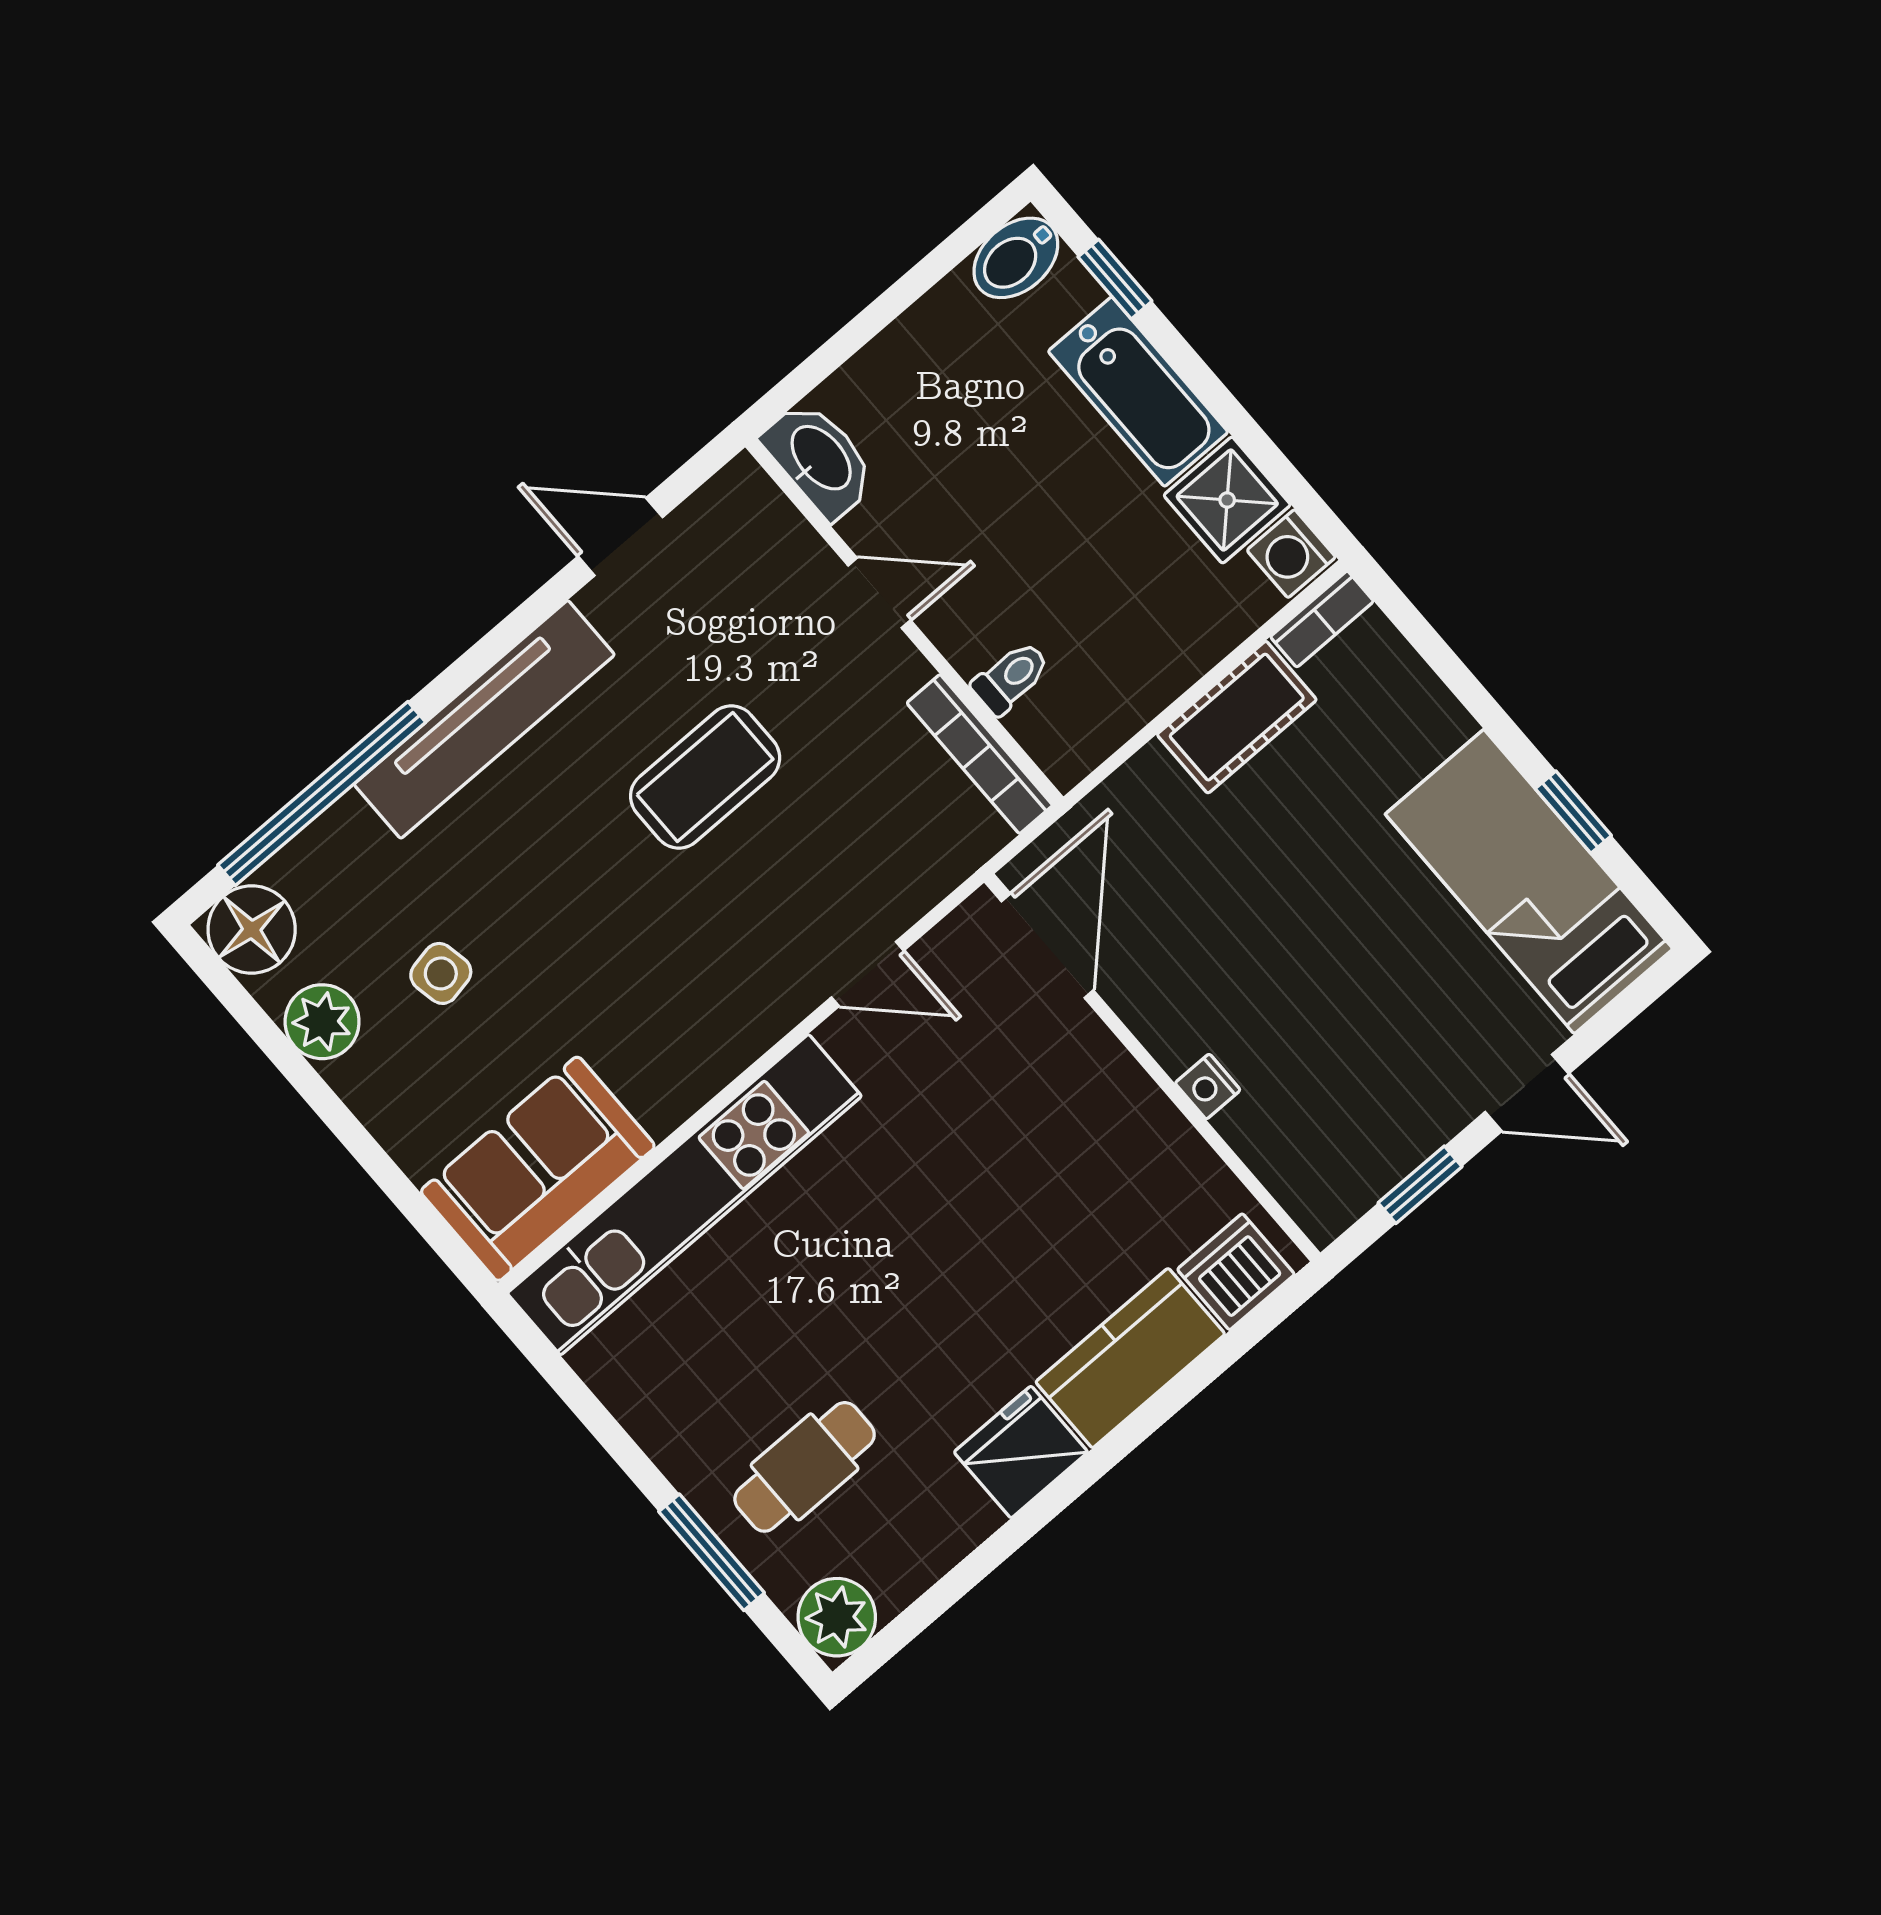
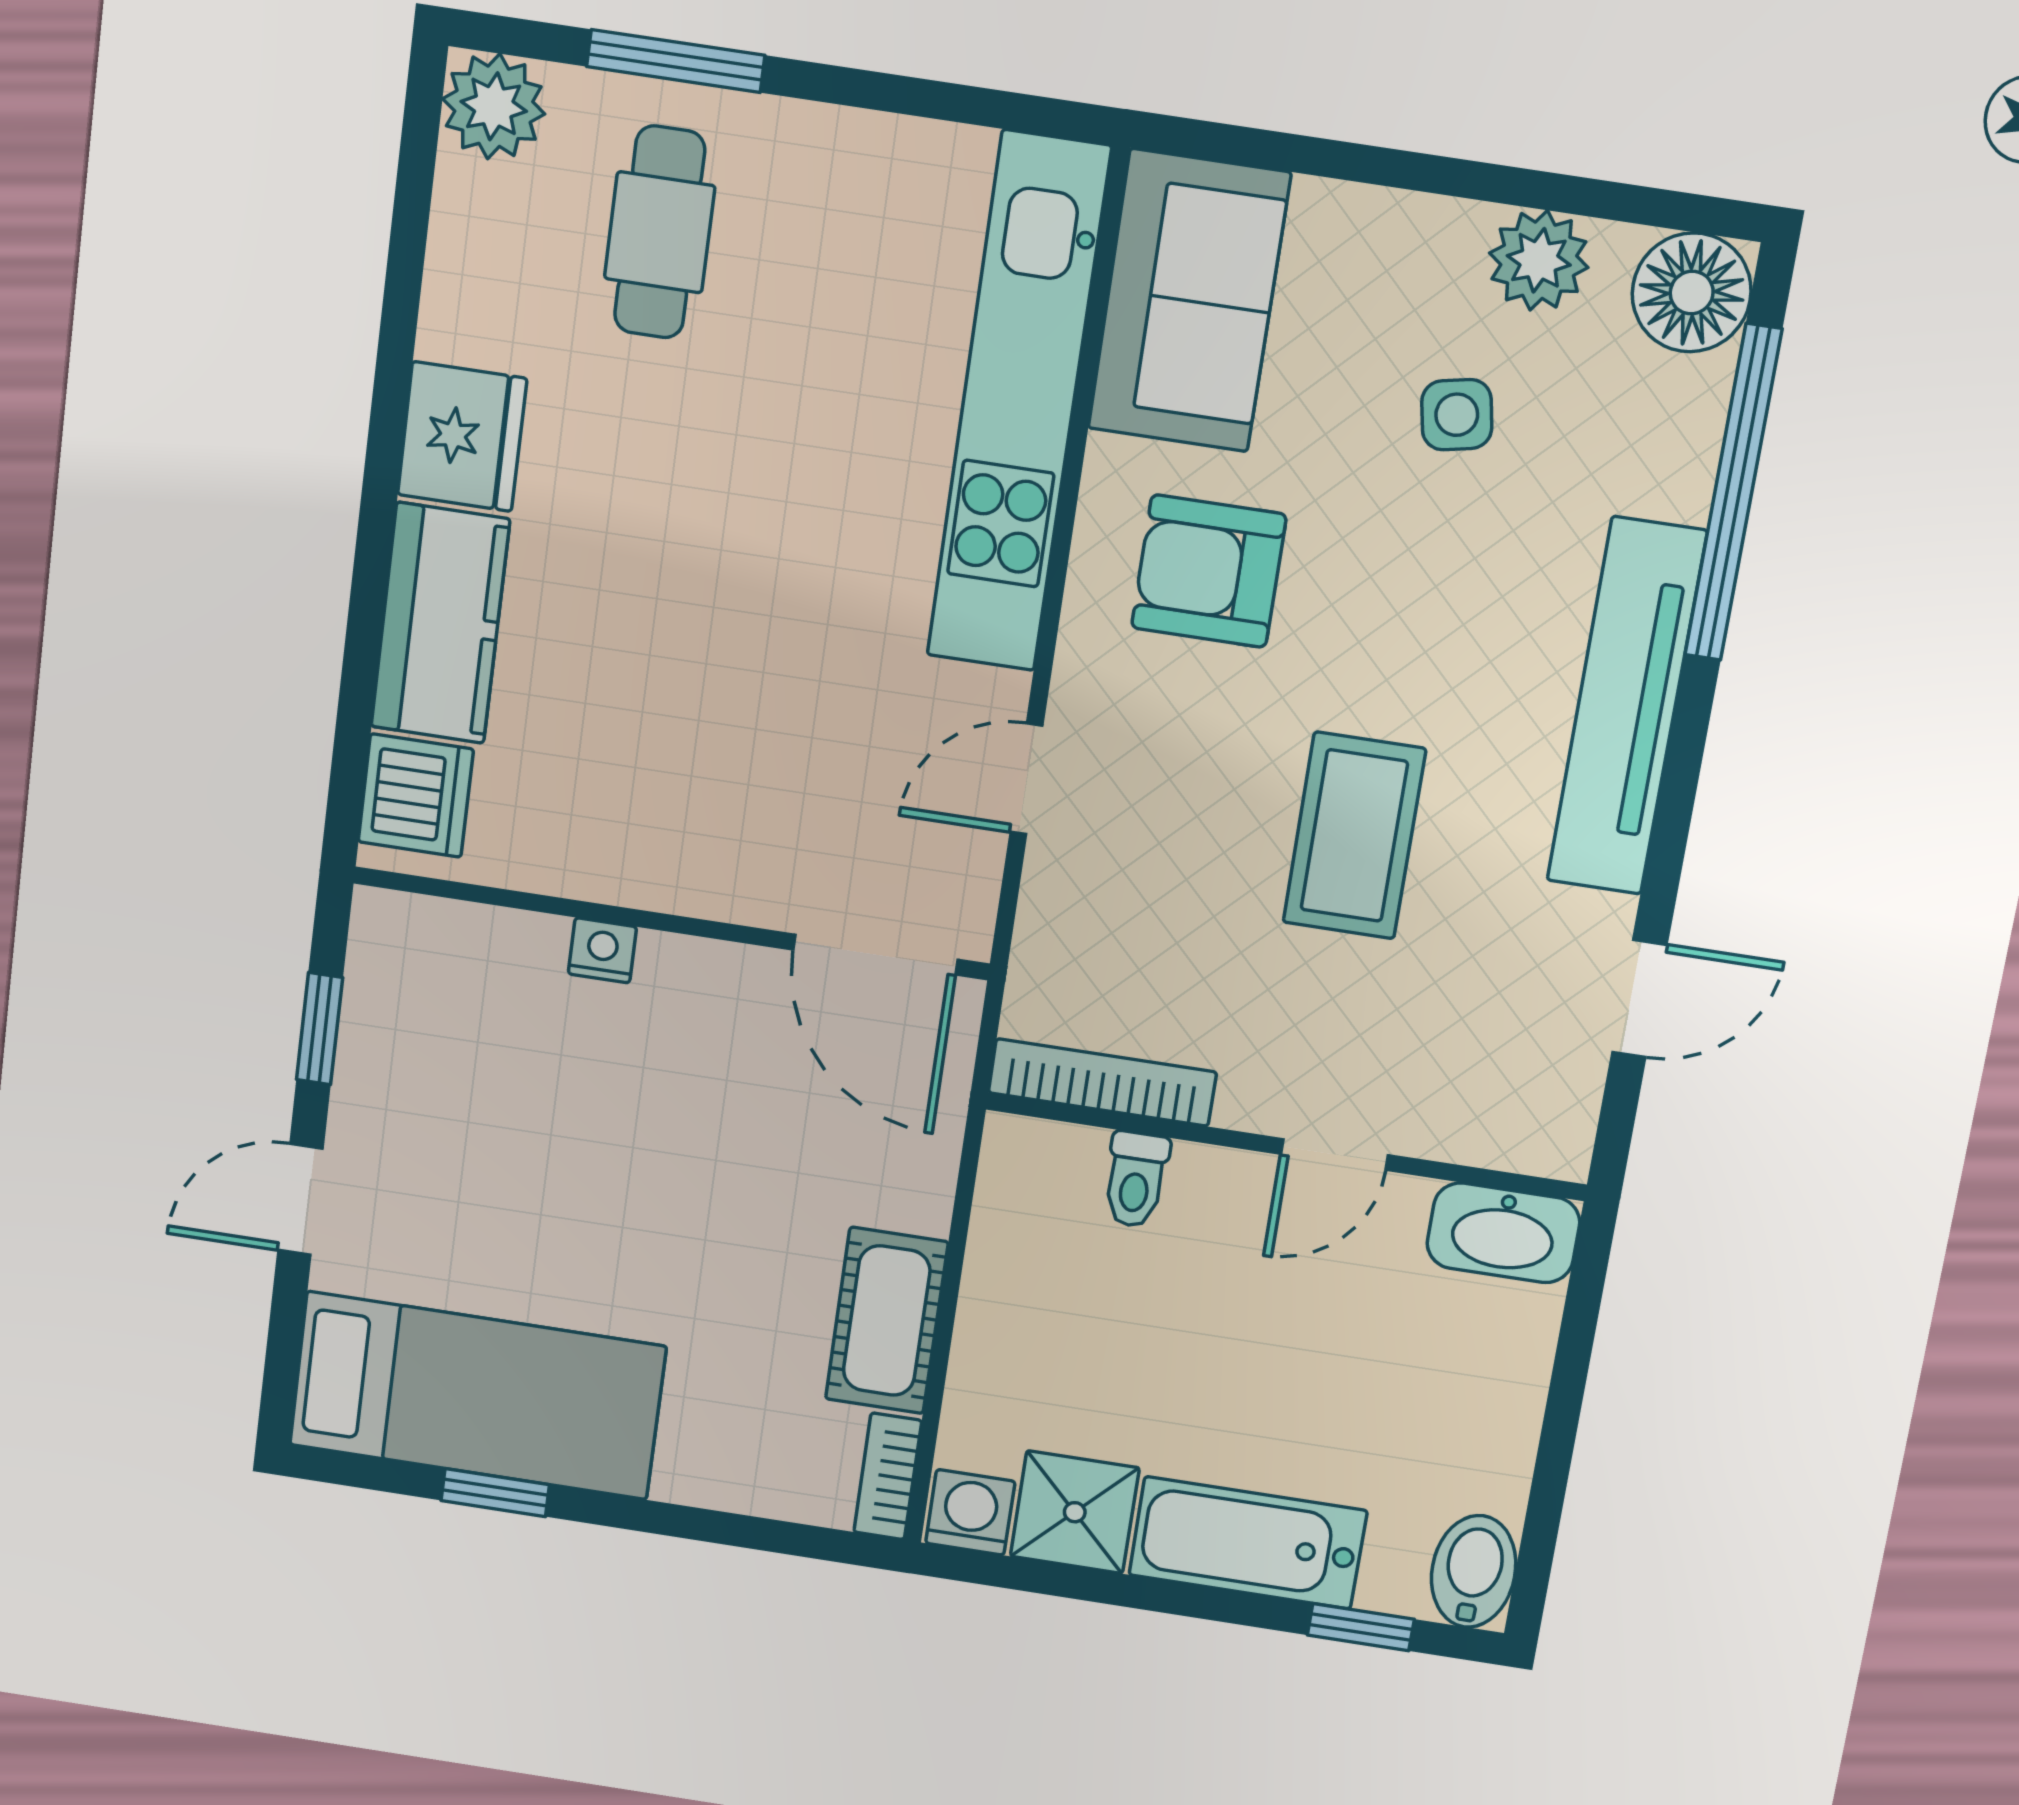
armchair: (658, 1005) -> (1209, 571), added

